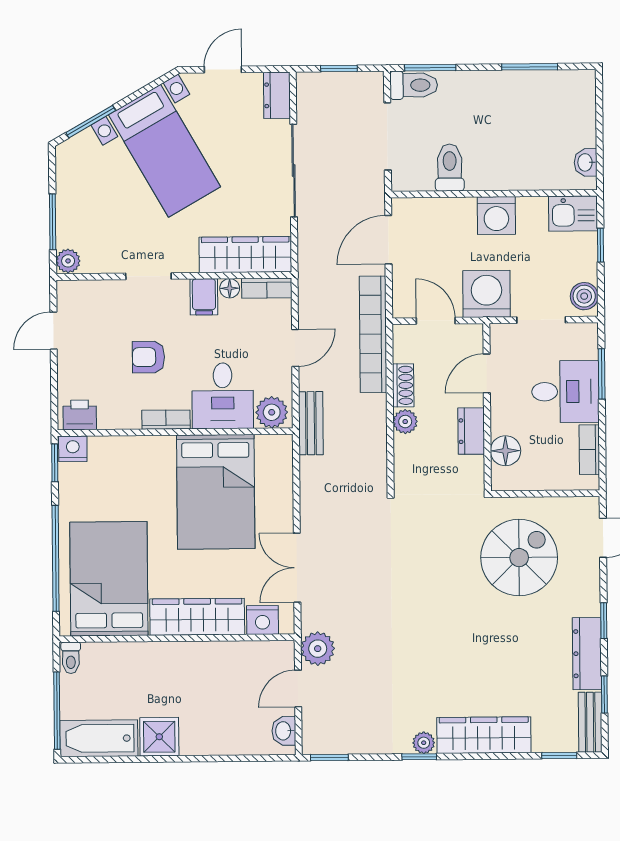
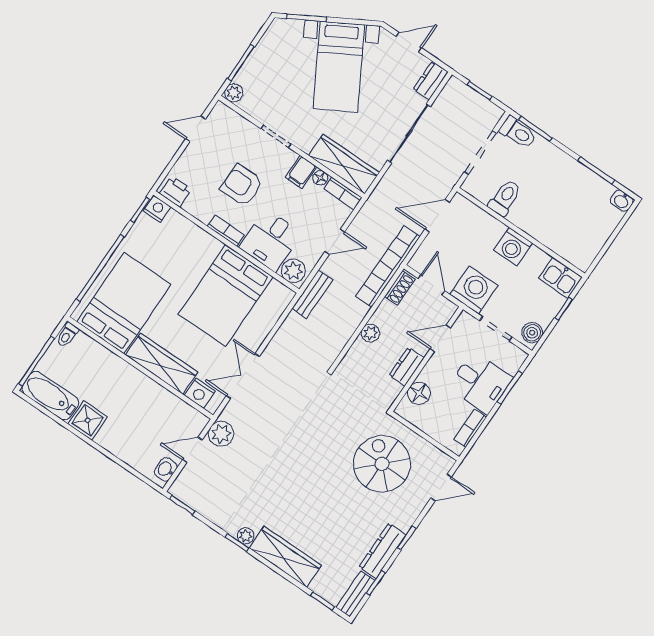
washbasin: (586, 162) -> (622, 201), moved, turned -90
armchair: (148, 357) -> (242, 185), width x1.38, depth x1.38
shoe rack: (403, 385) -> (400, 288), moved
spiral stairs: (519, 558) -> (382, 464), turned -90

